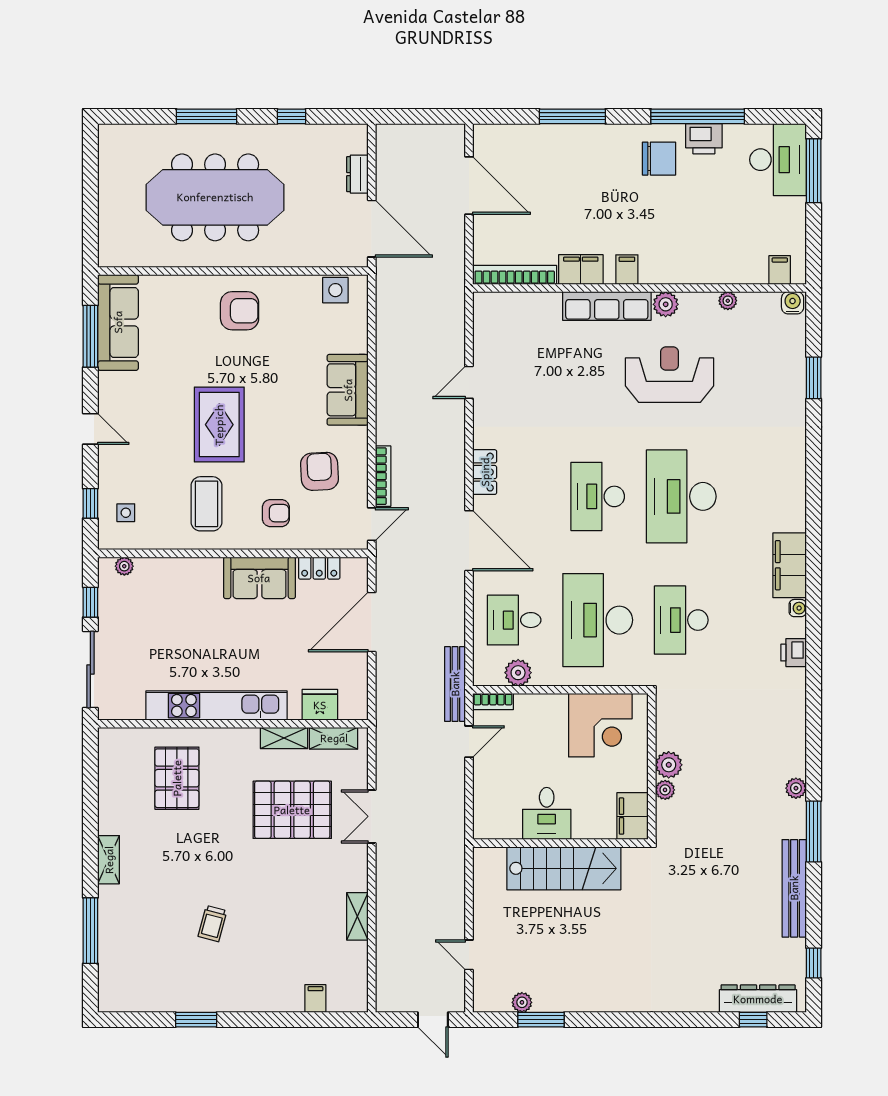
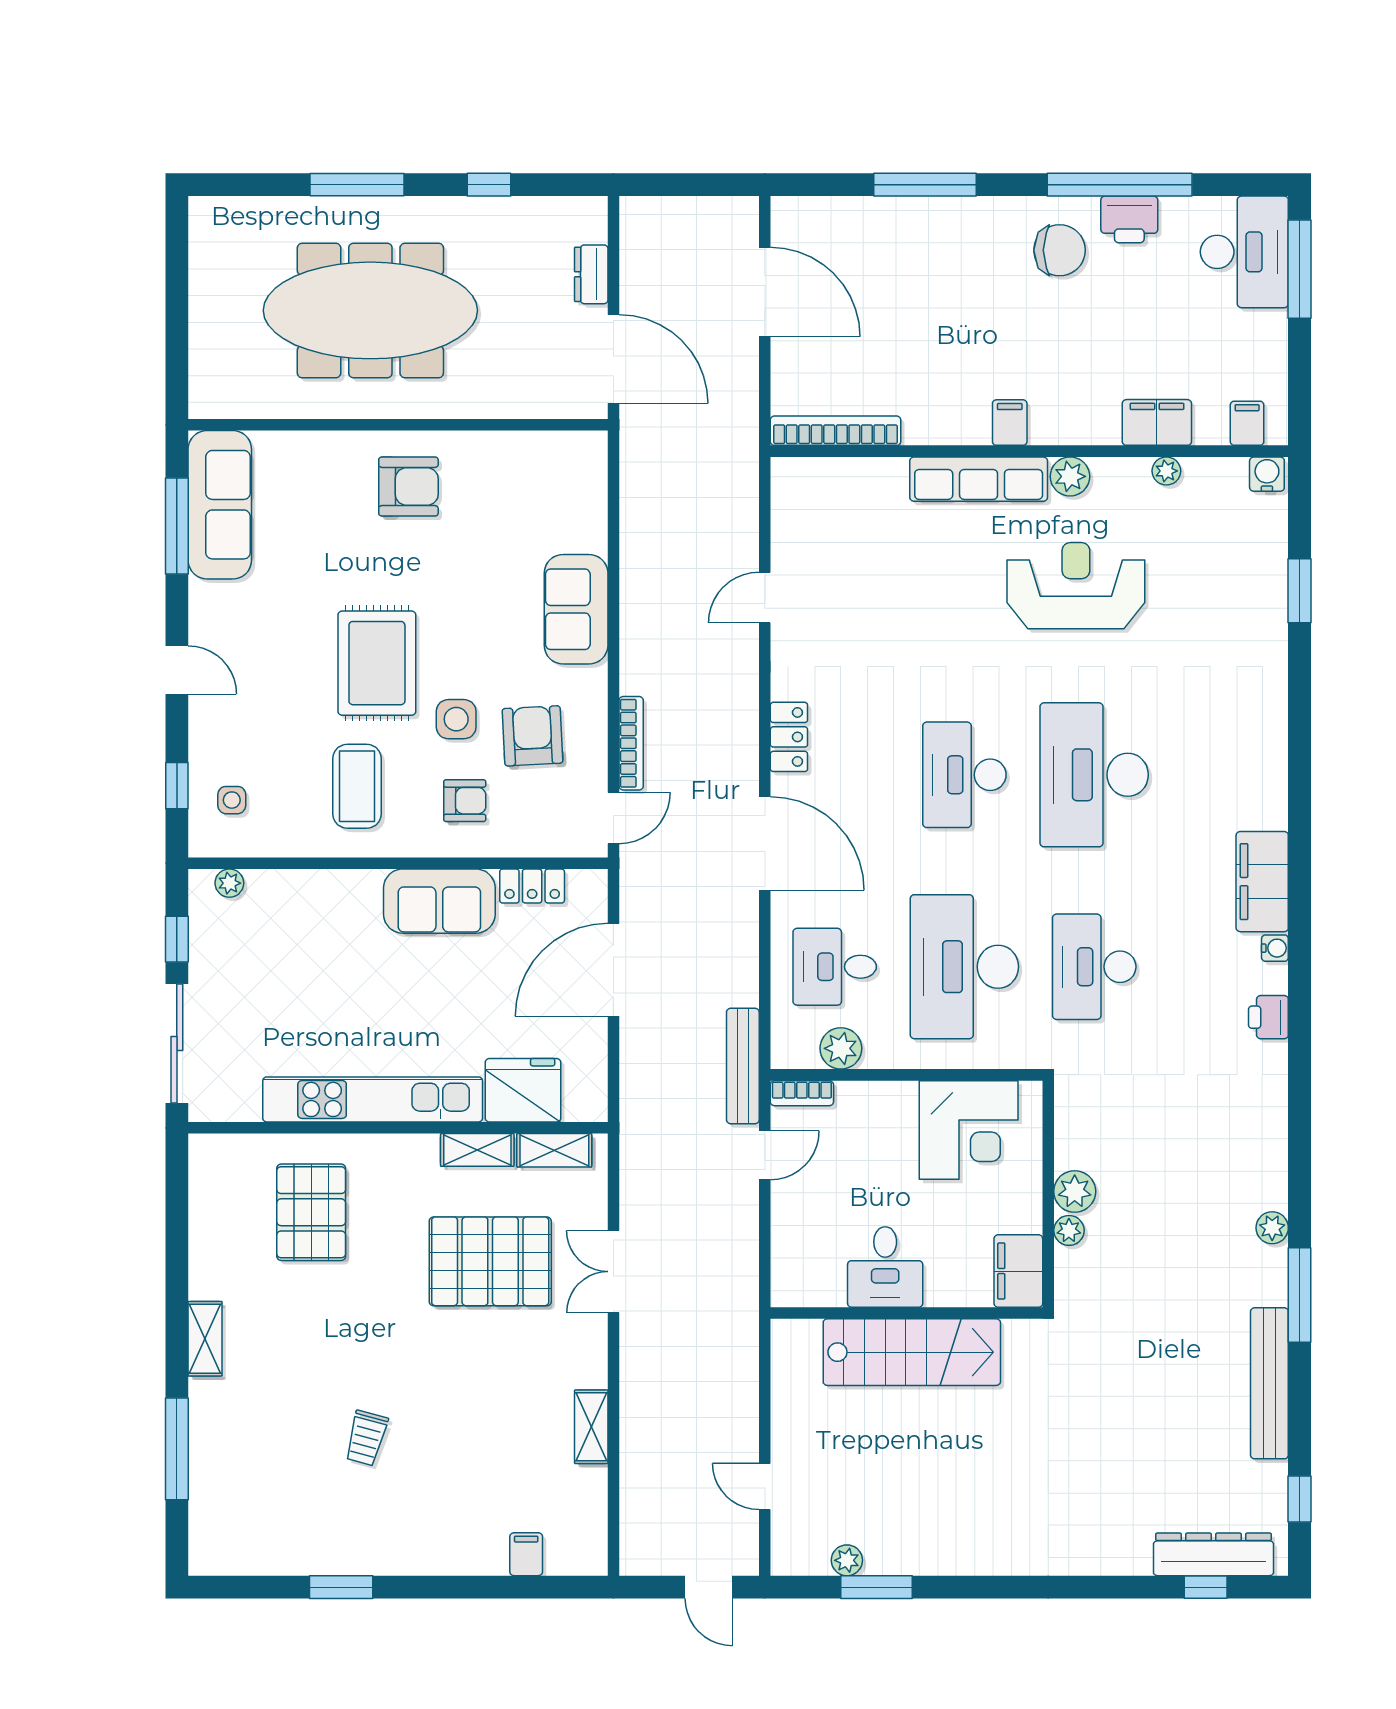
filing cabinet: (581, 270) -> (1157, 422), moved
side table: (335, 290) -> (456, 719), moved
fridge: (320, 705) -> (523, 1090), width x1.36, depth x1.34

